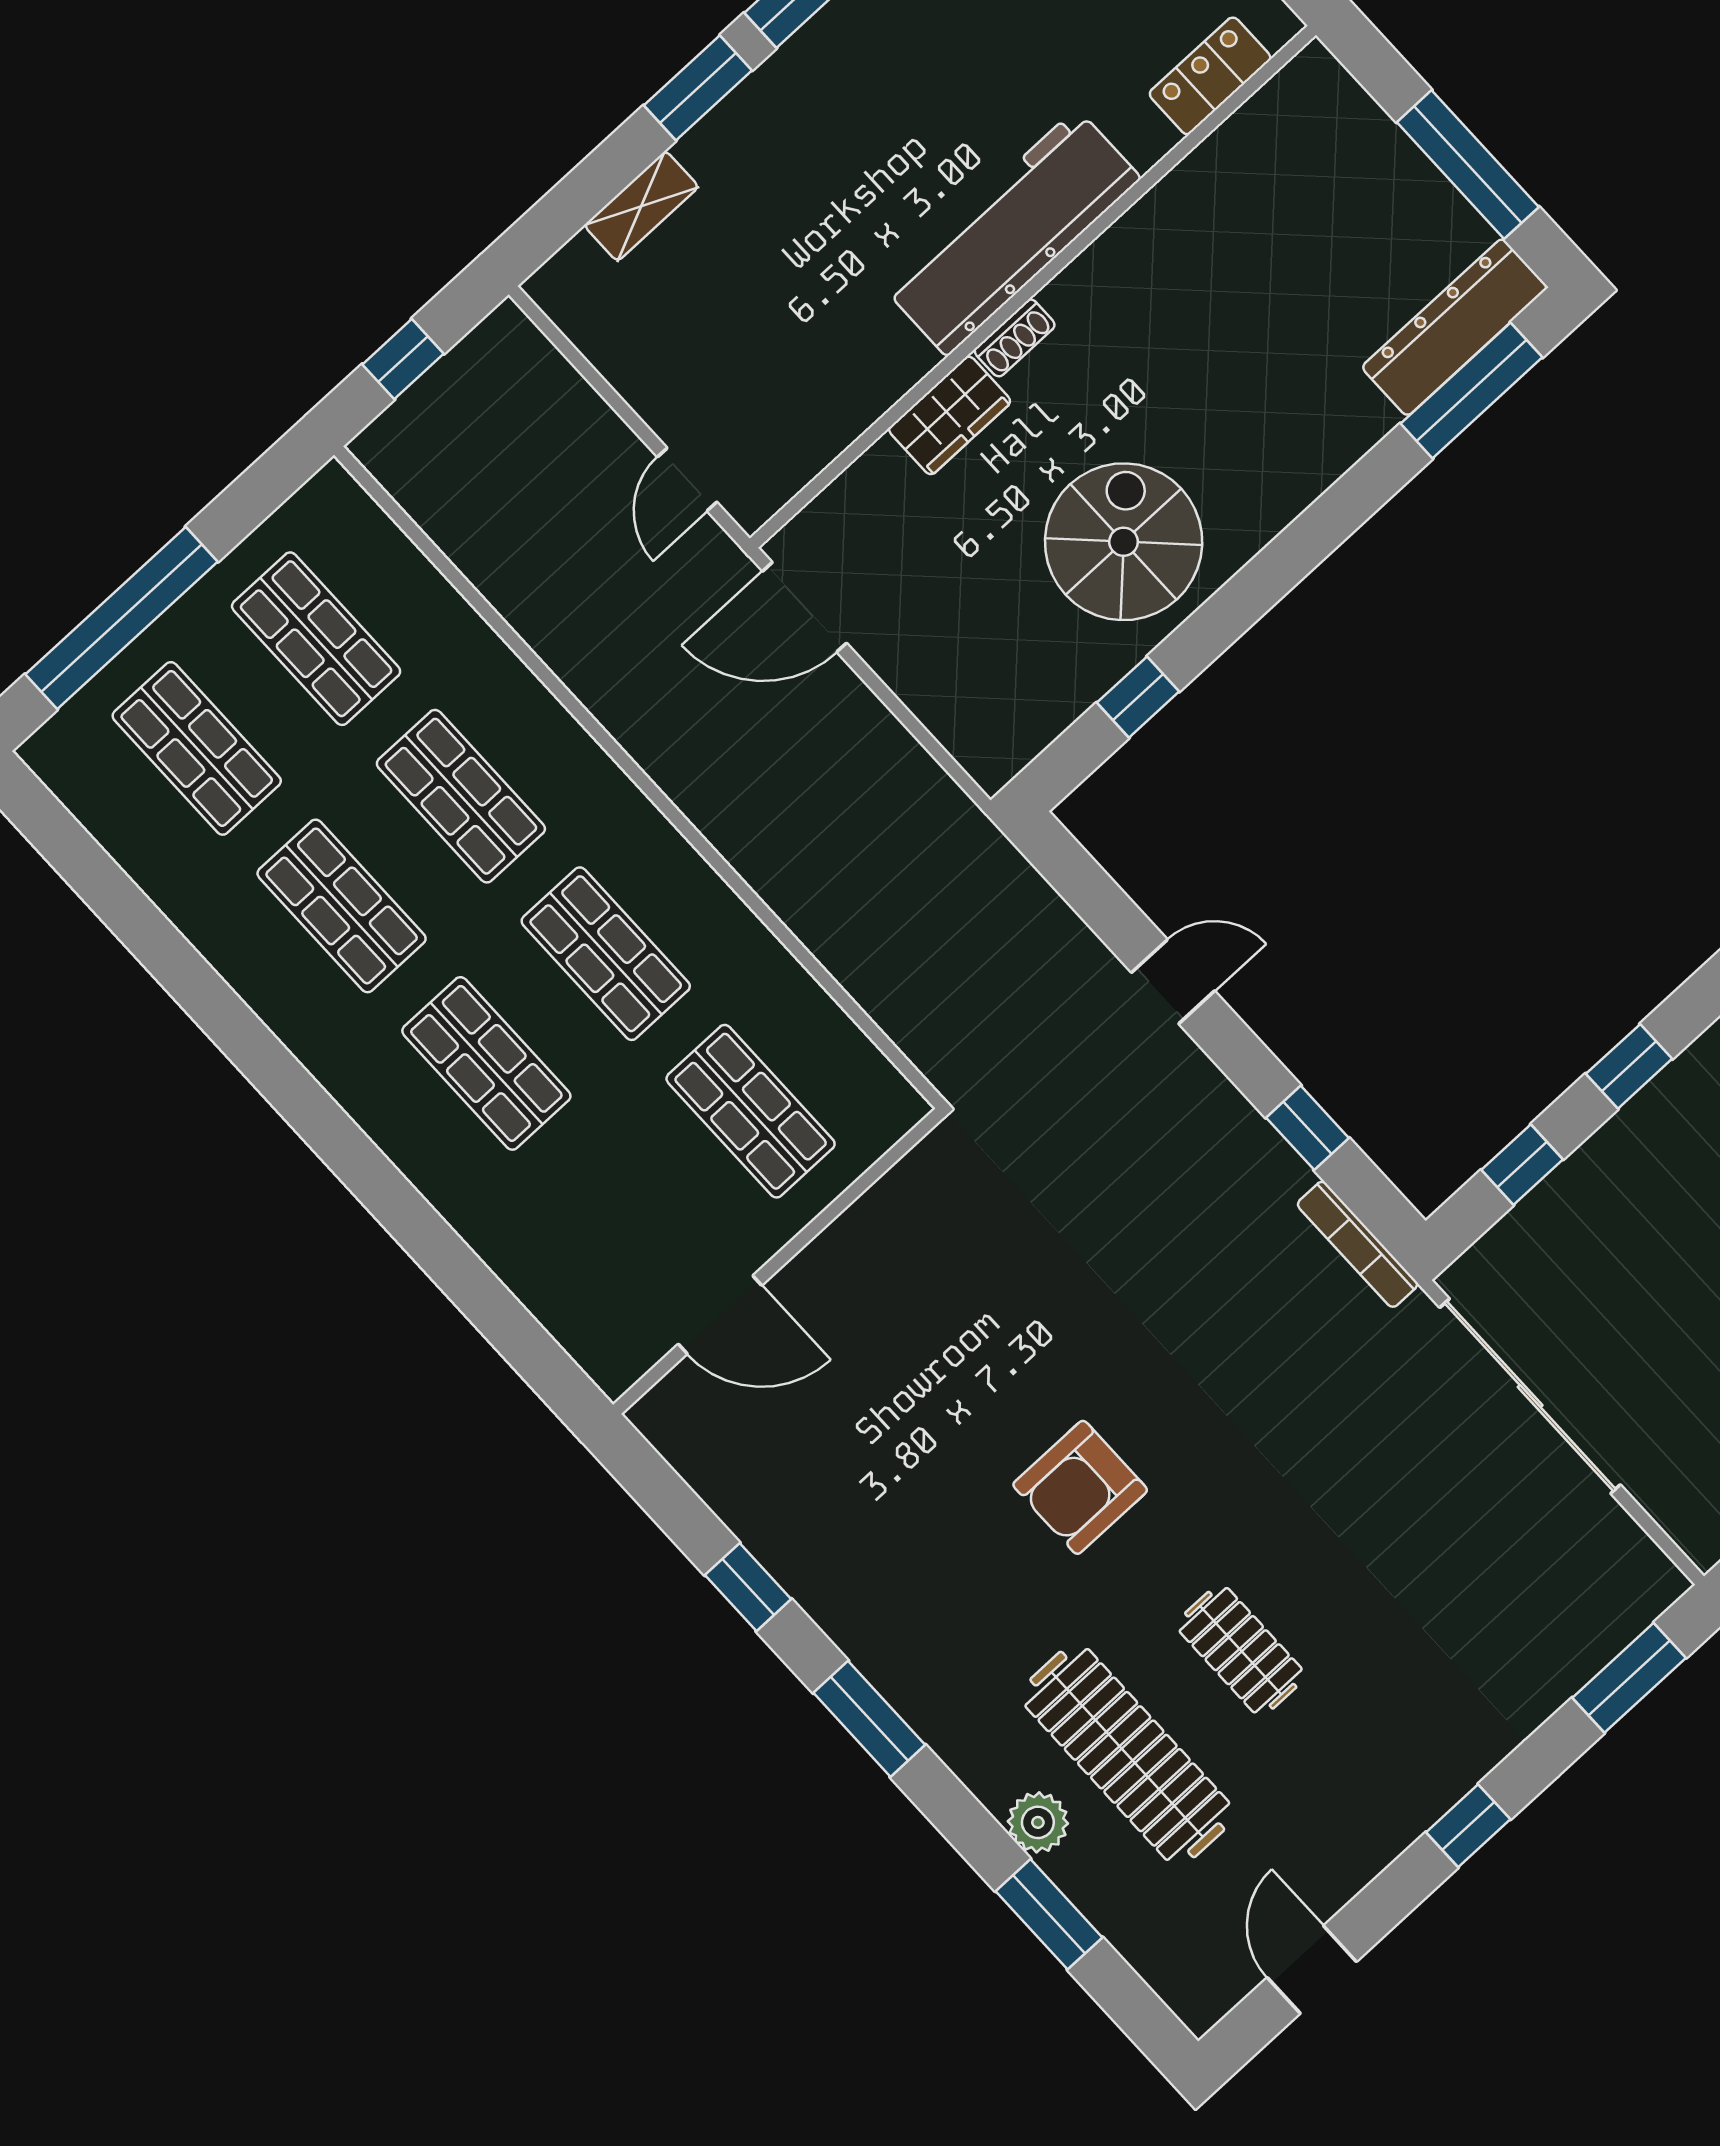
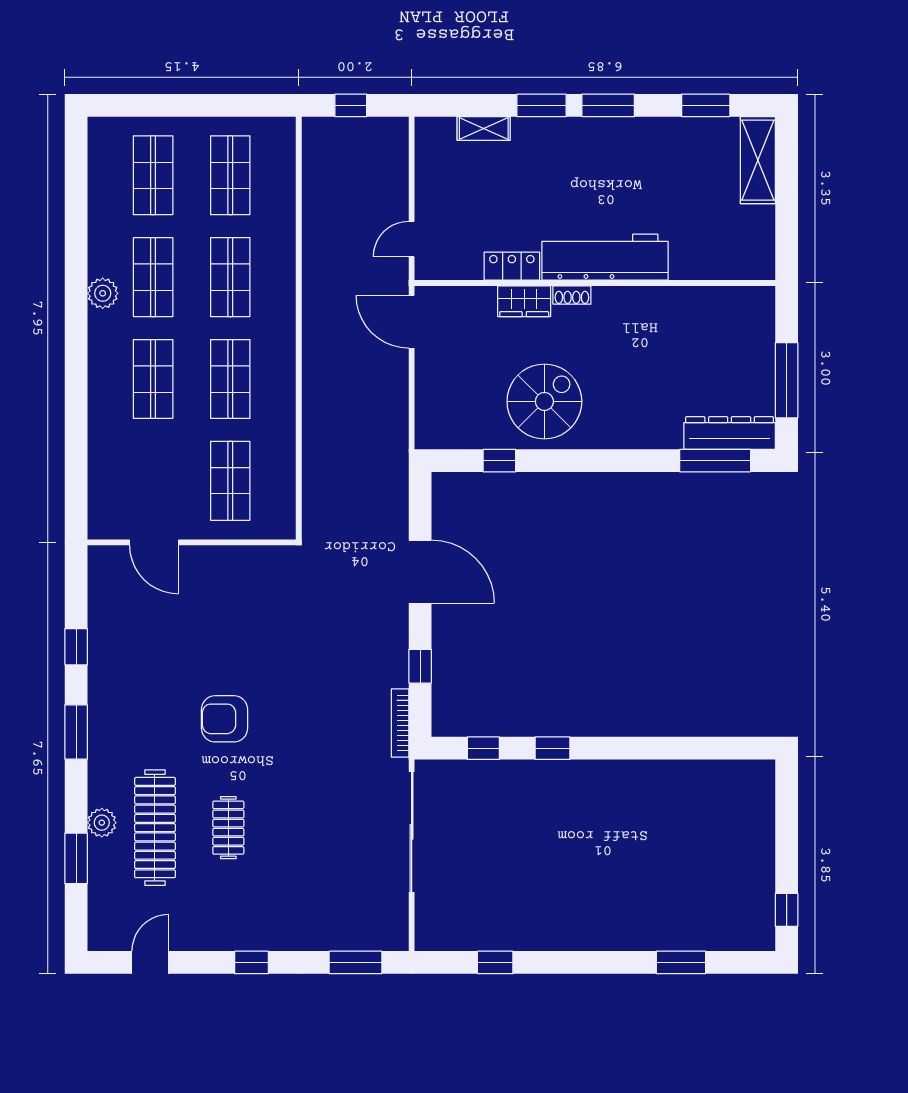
locker: (1210, 76) -> (512, 266), moved
window: (121, 618) -> (169, 105), removed
door: (1173, 982) -> (420, 572), width x1.87
plant: (287, 1003) -> (103, 293), added

